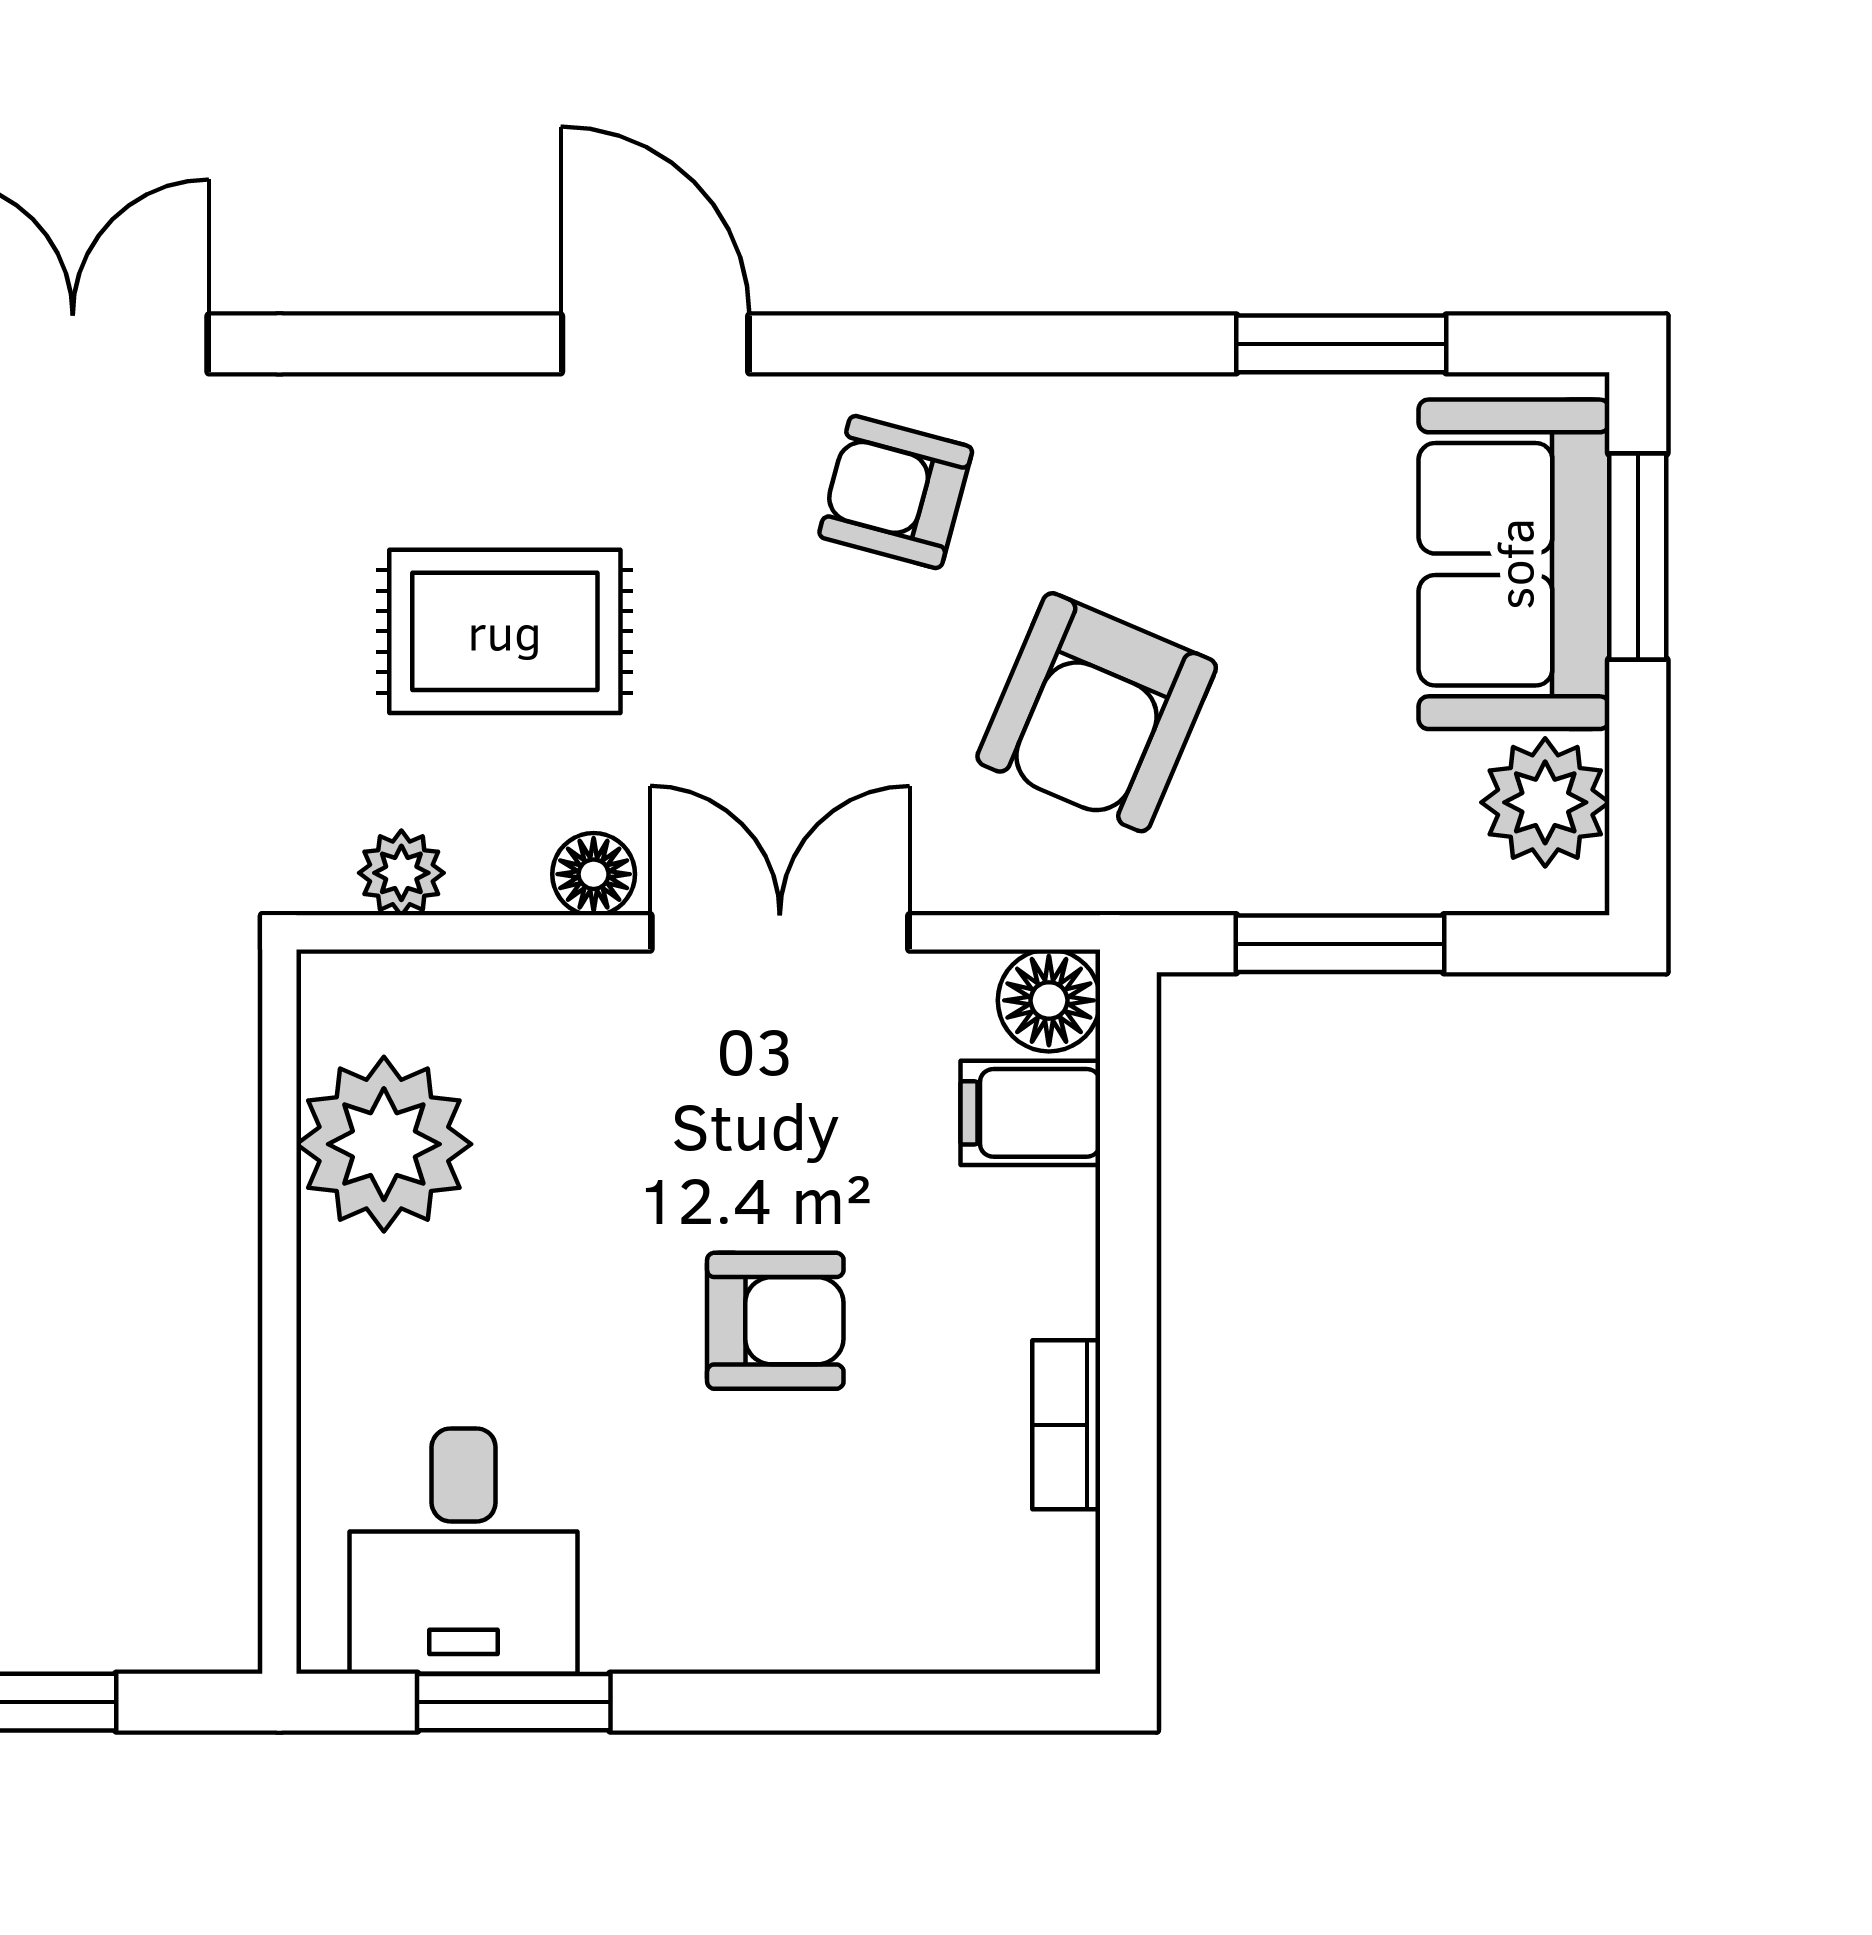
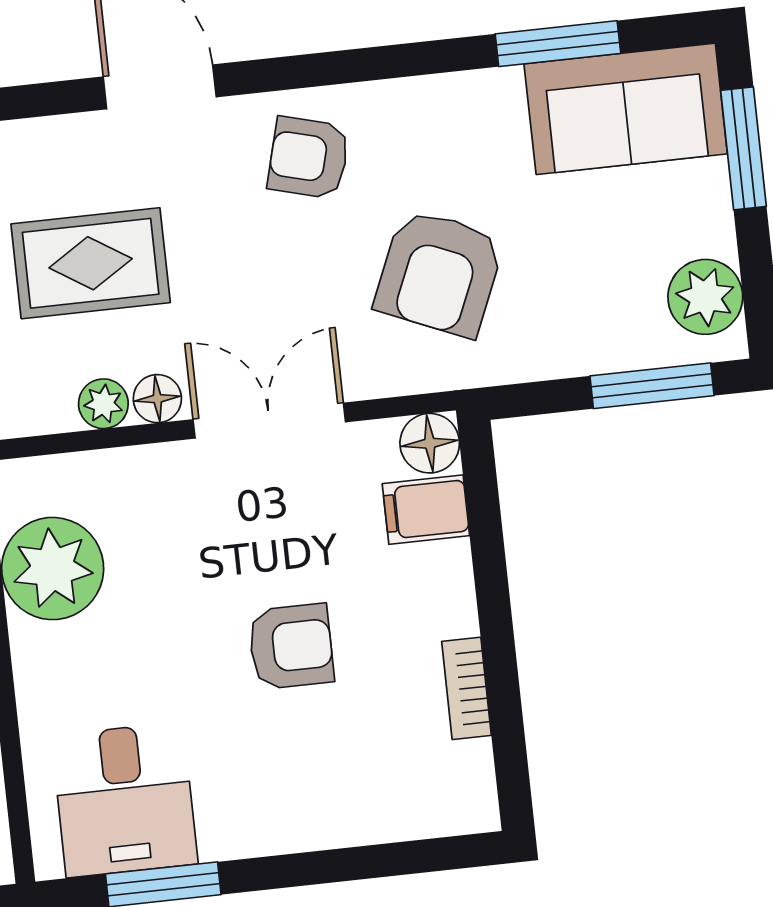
sofa: (1514, 564) -> (626, 109), moved, turned -90
plant: (401, 873) -> (103, 404), moved
window: (1340, 944) -> (652, 386), moved

